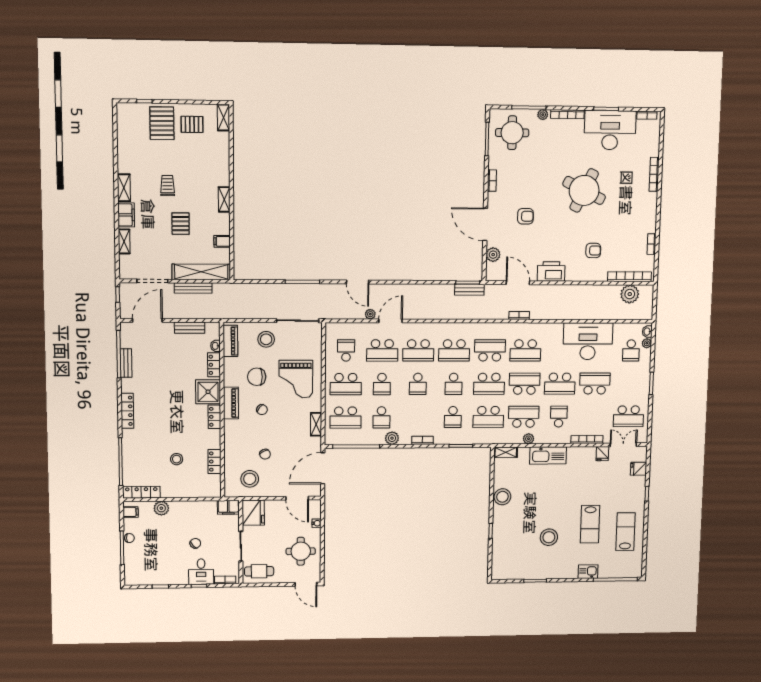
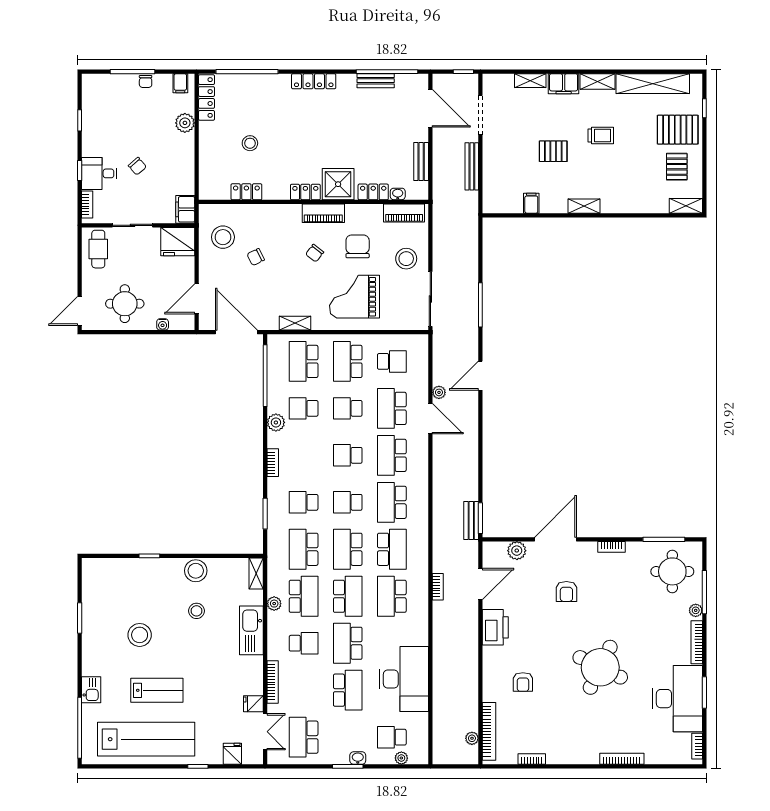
shelving: (201, 272) -> (653, 84), moved, turned 90
plant: (630, 294) -> (472, 738), width x0.53, depth x0.53
washbasin: (647, 332) -> (358, 758), moved
stool: (532, 496) -> (197, 611), added
lab bench: (590, 524) -> (157, 690), turned 180
lab bench: (625, 532) -> (146, 739), width x1.86, depth x1.39

